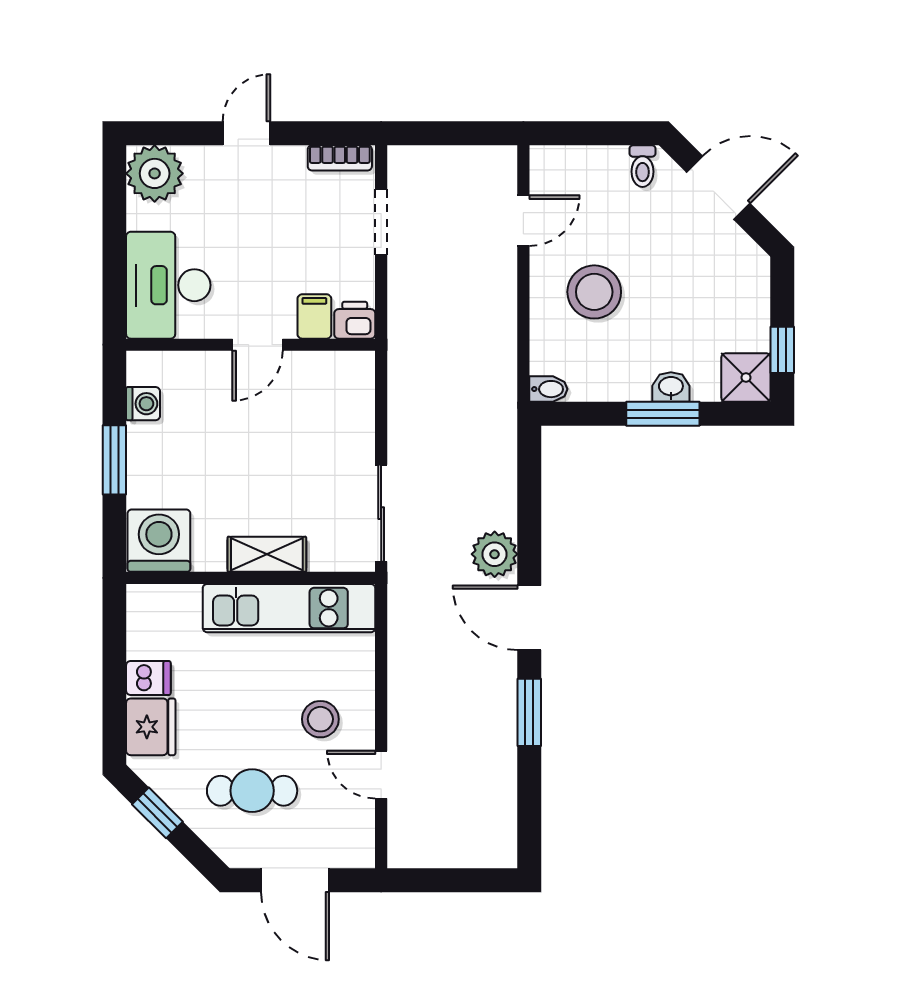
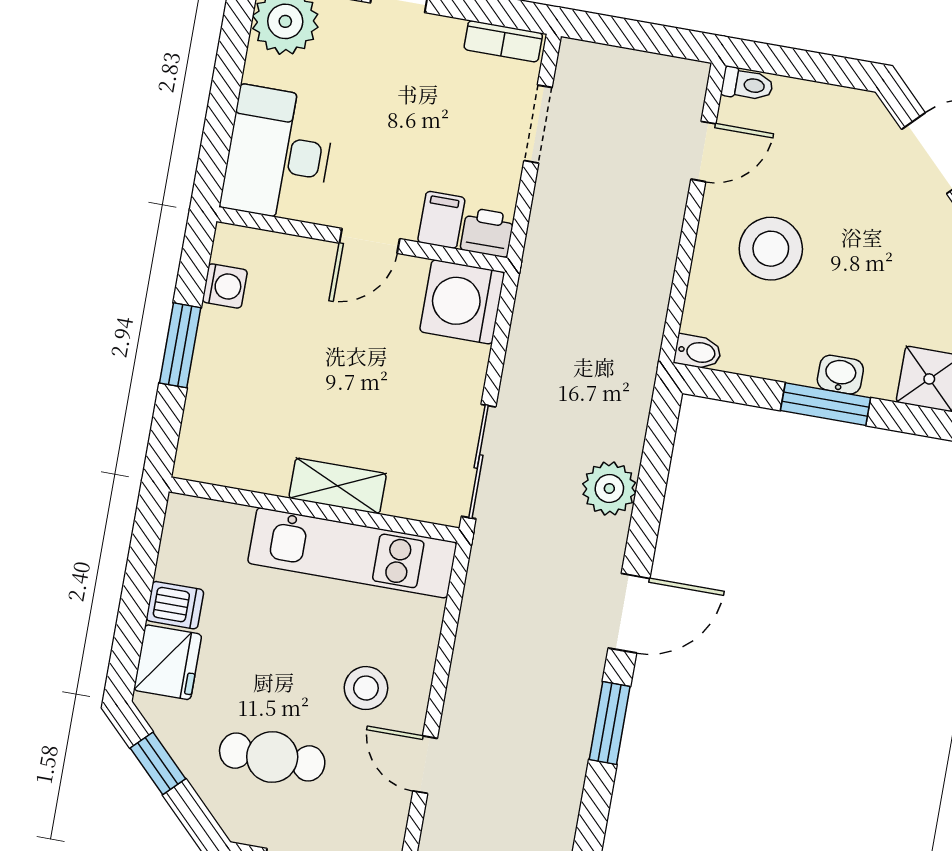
toilet: (643, 166) -> (747, 84), moved, turned -90
washing machine: (159, 541) -> (462, 302), moved, turned -90
plant: (495, 554) -> (609, 488), moved
door: (529, 618) -> (629, 613), swing flipped

